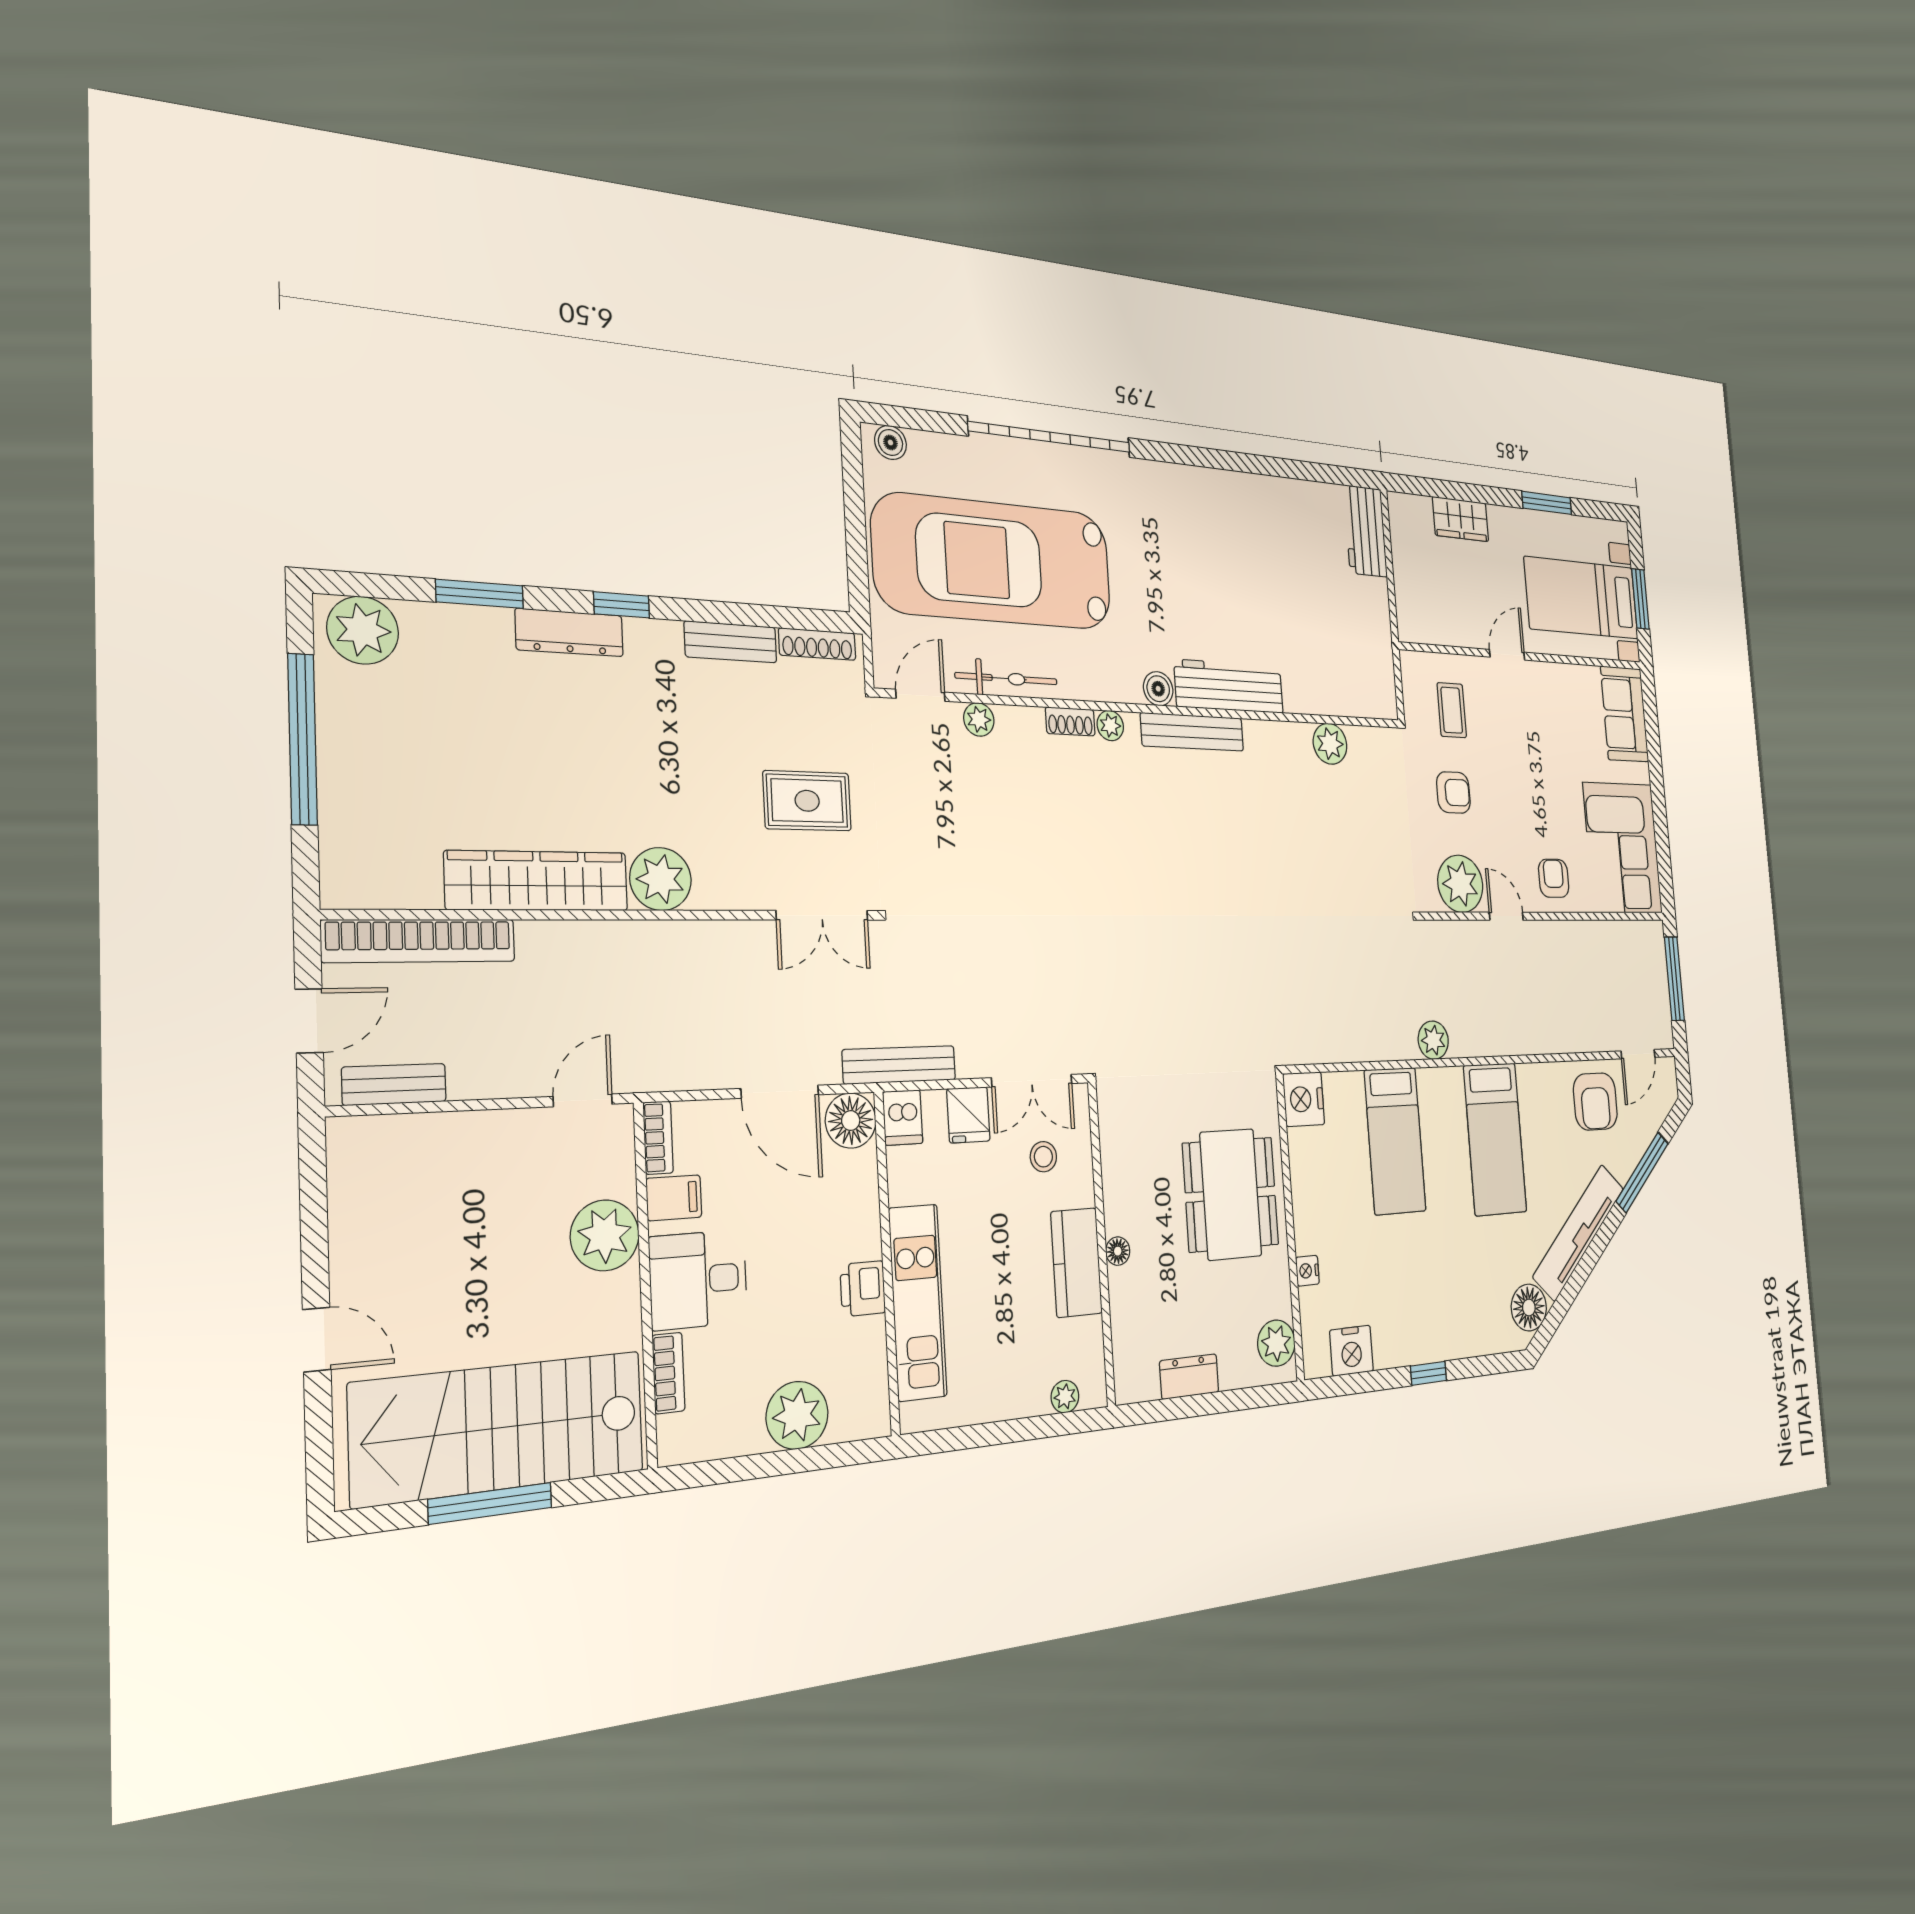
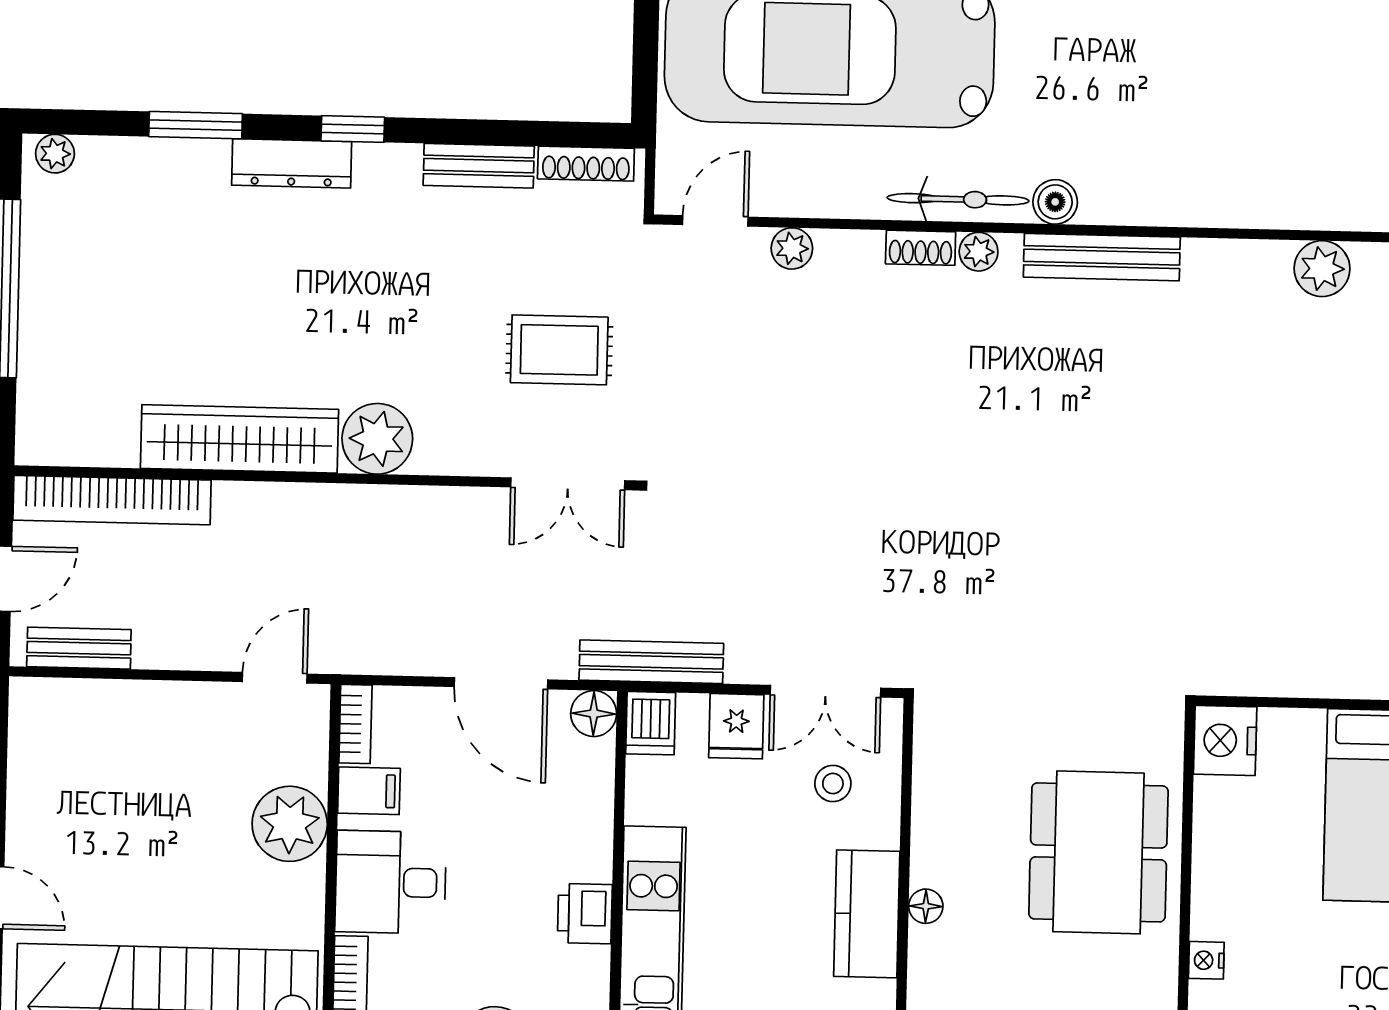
plant: (363, 630) -> (55, 154), width x0.53, depth x0.53
bicycle: (1006, 679) -> (958, 199), moved
workbench: (1229, 686) -> (1166, 195), removed
floor lamp: (851, 1121) -> (594, 714), width x0.73, depth x0.73

